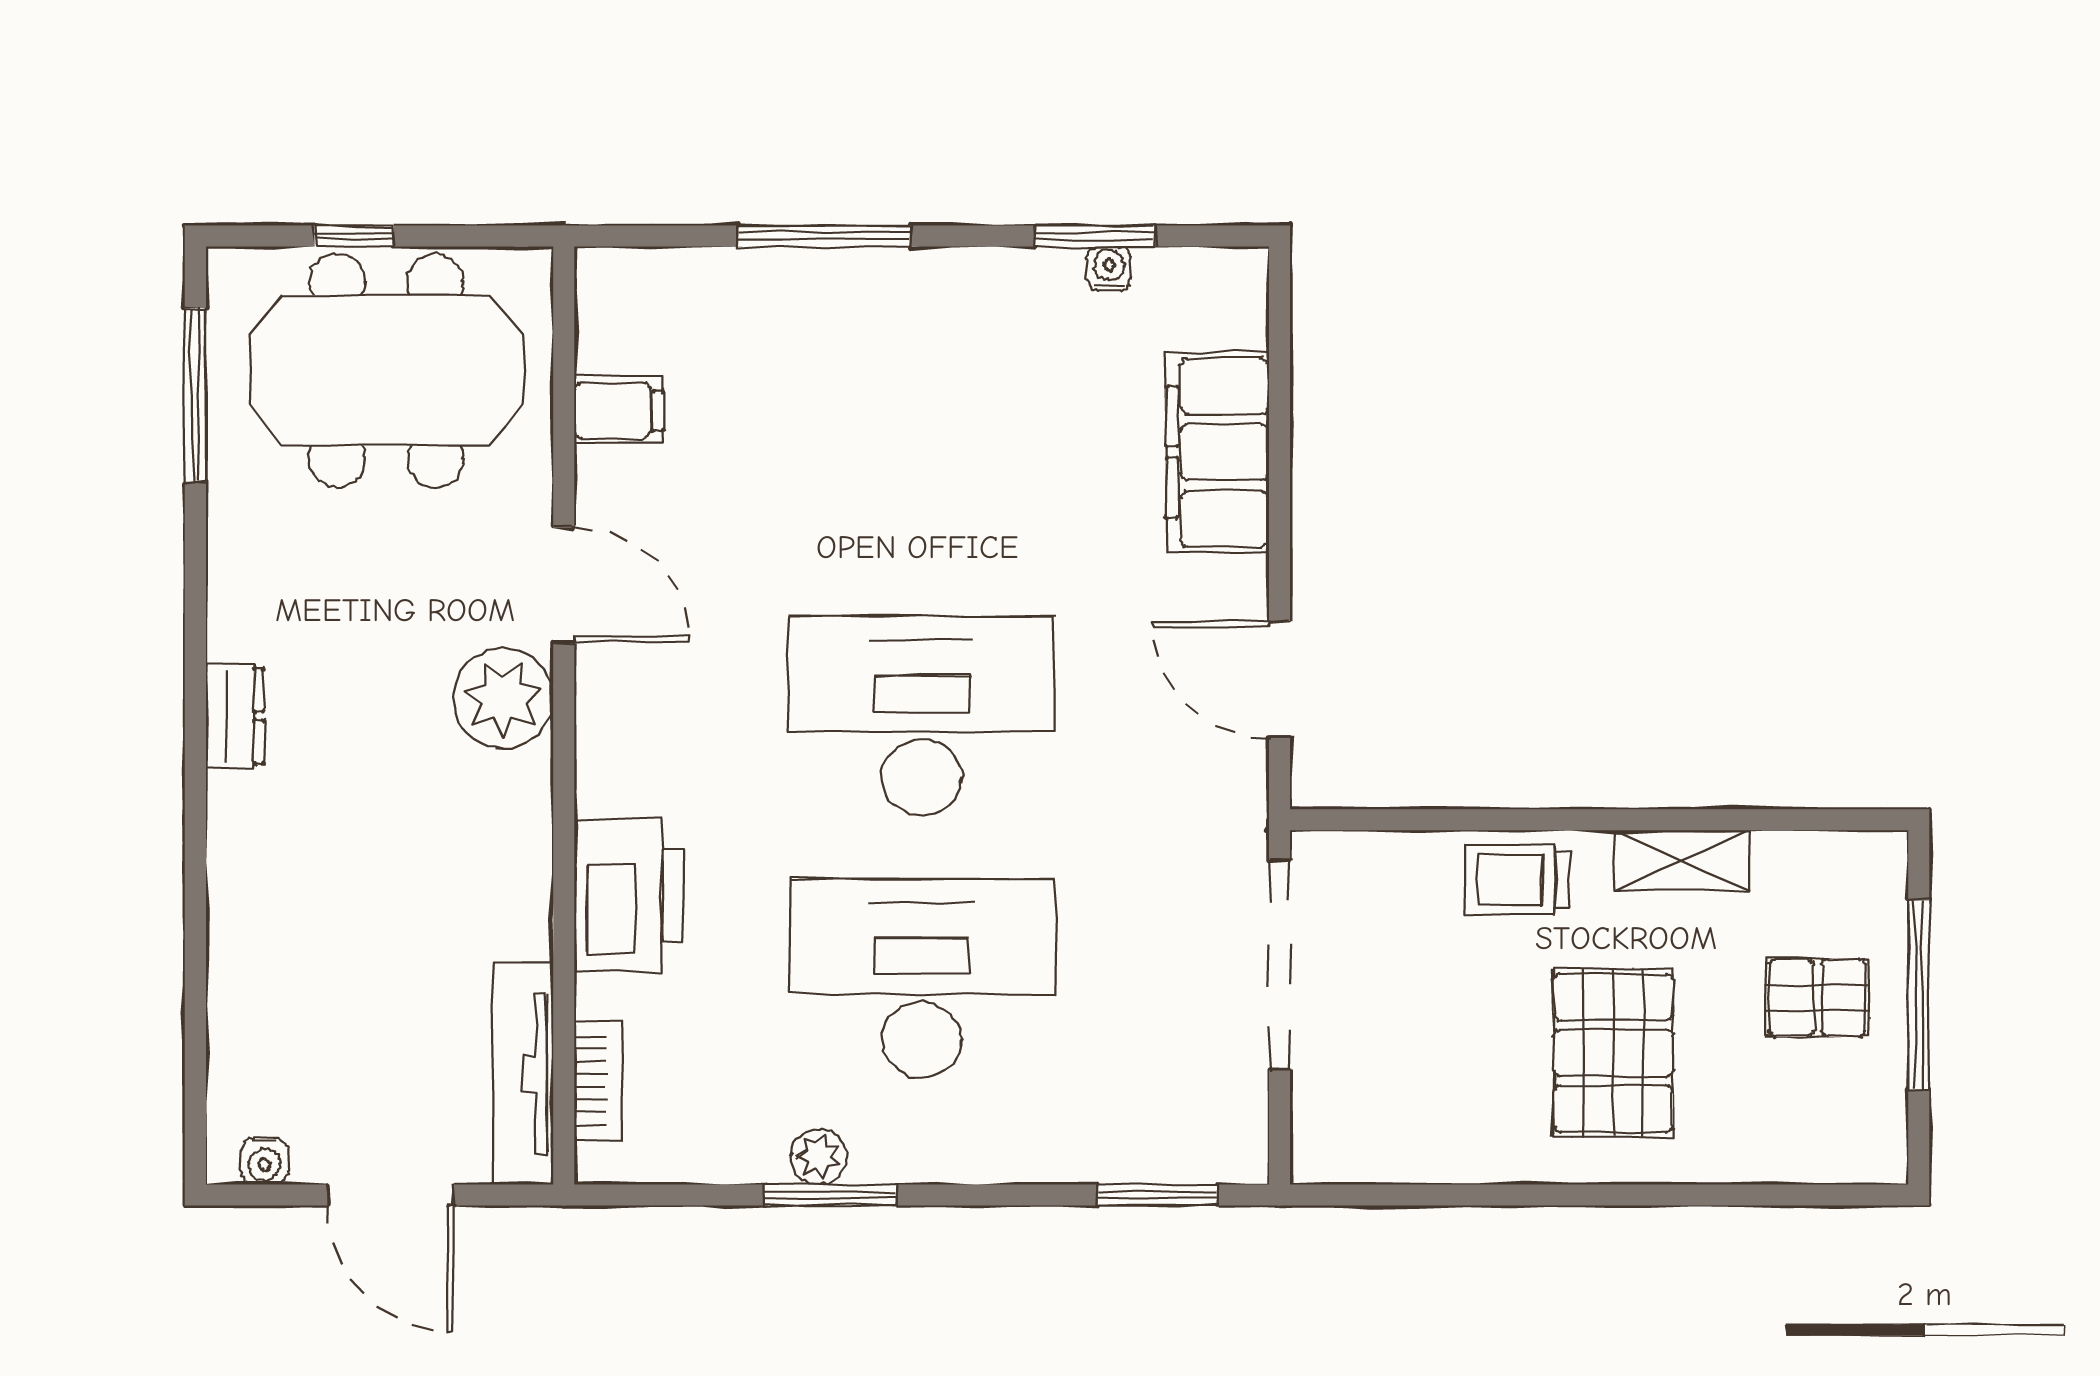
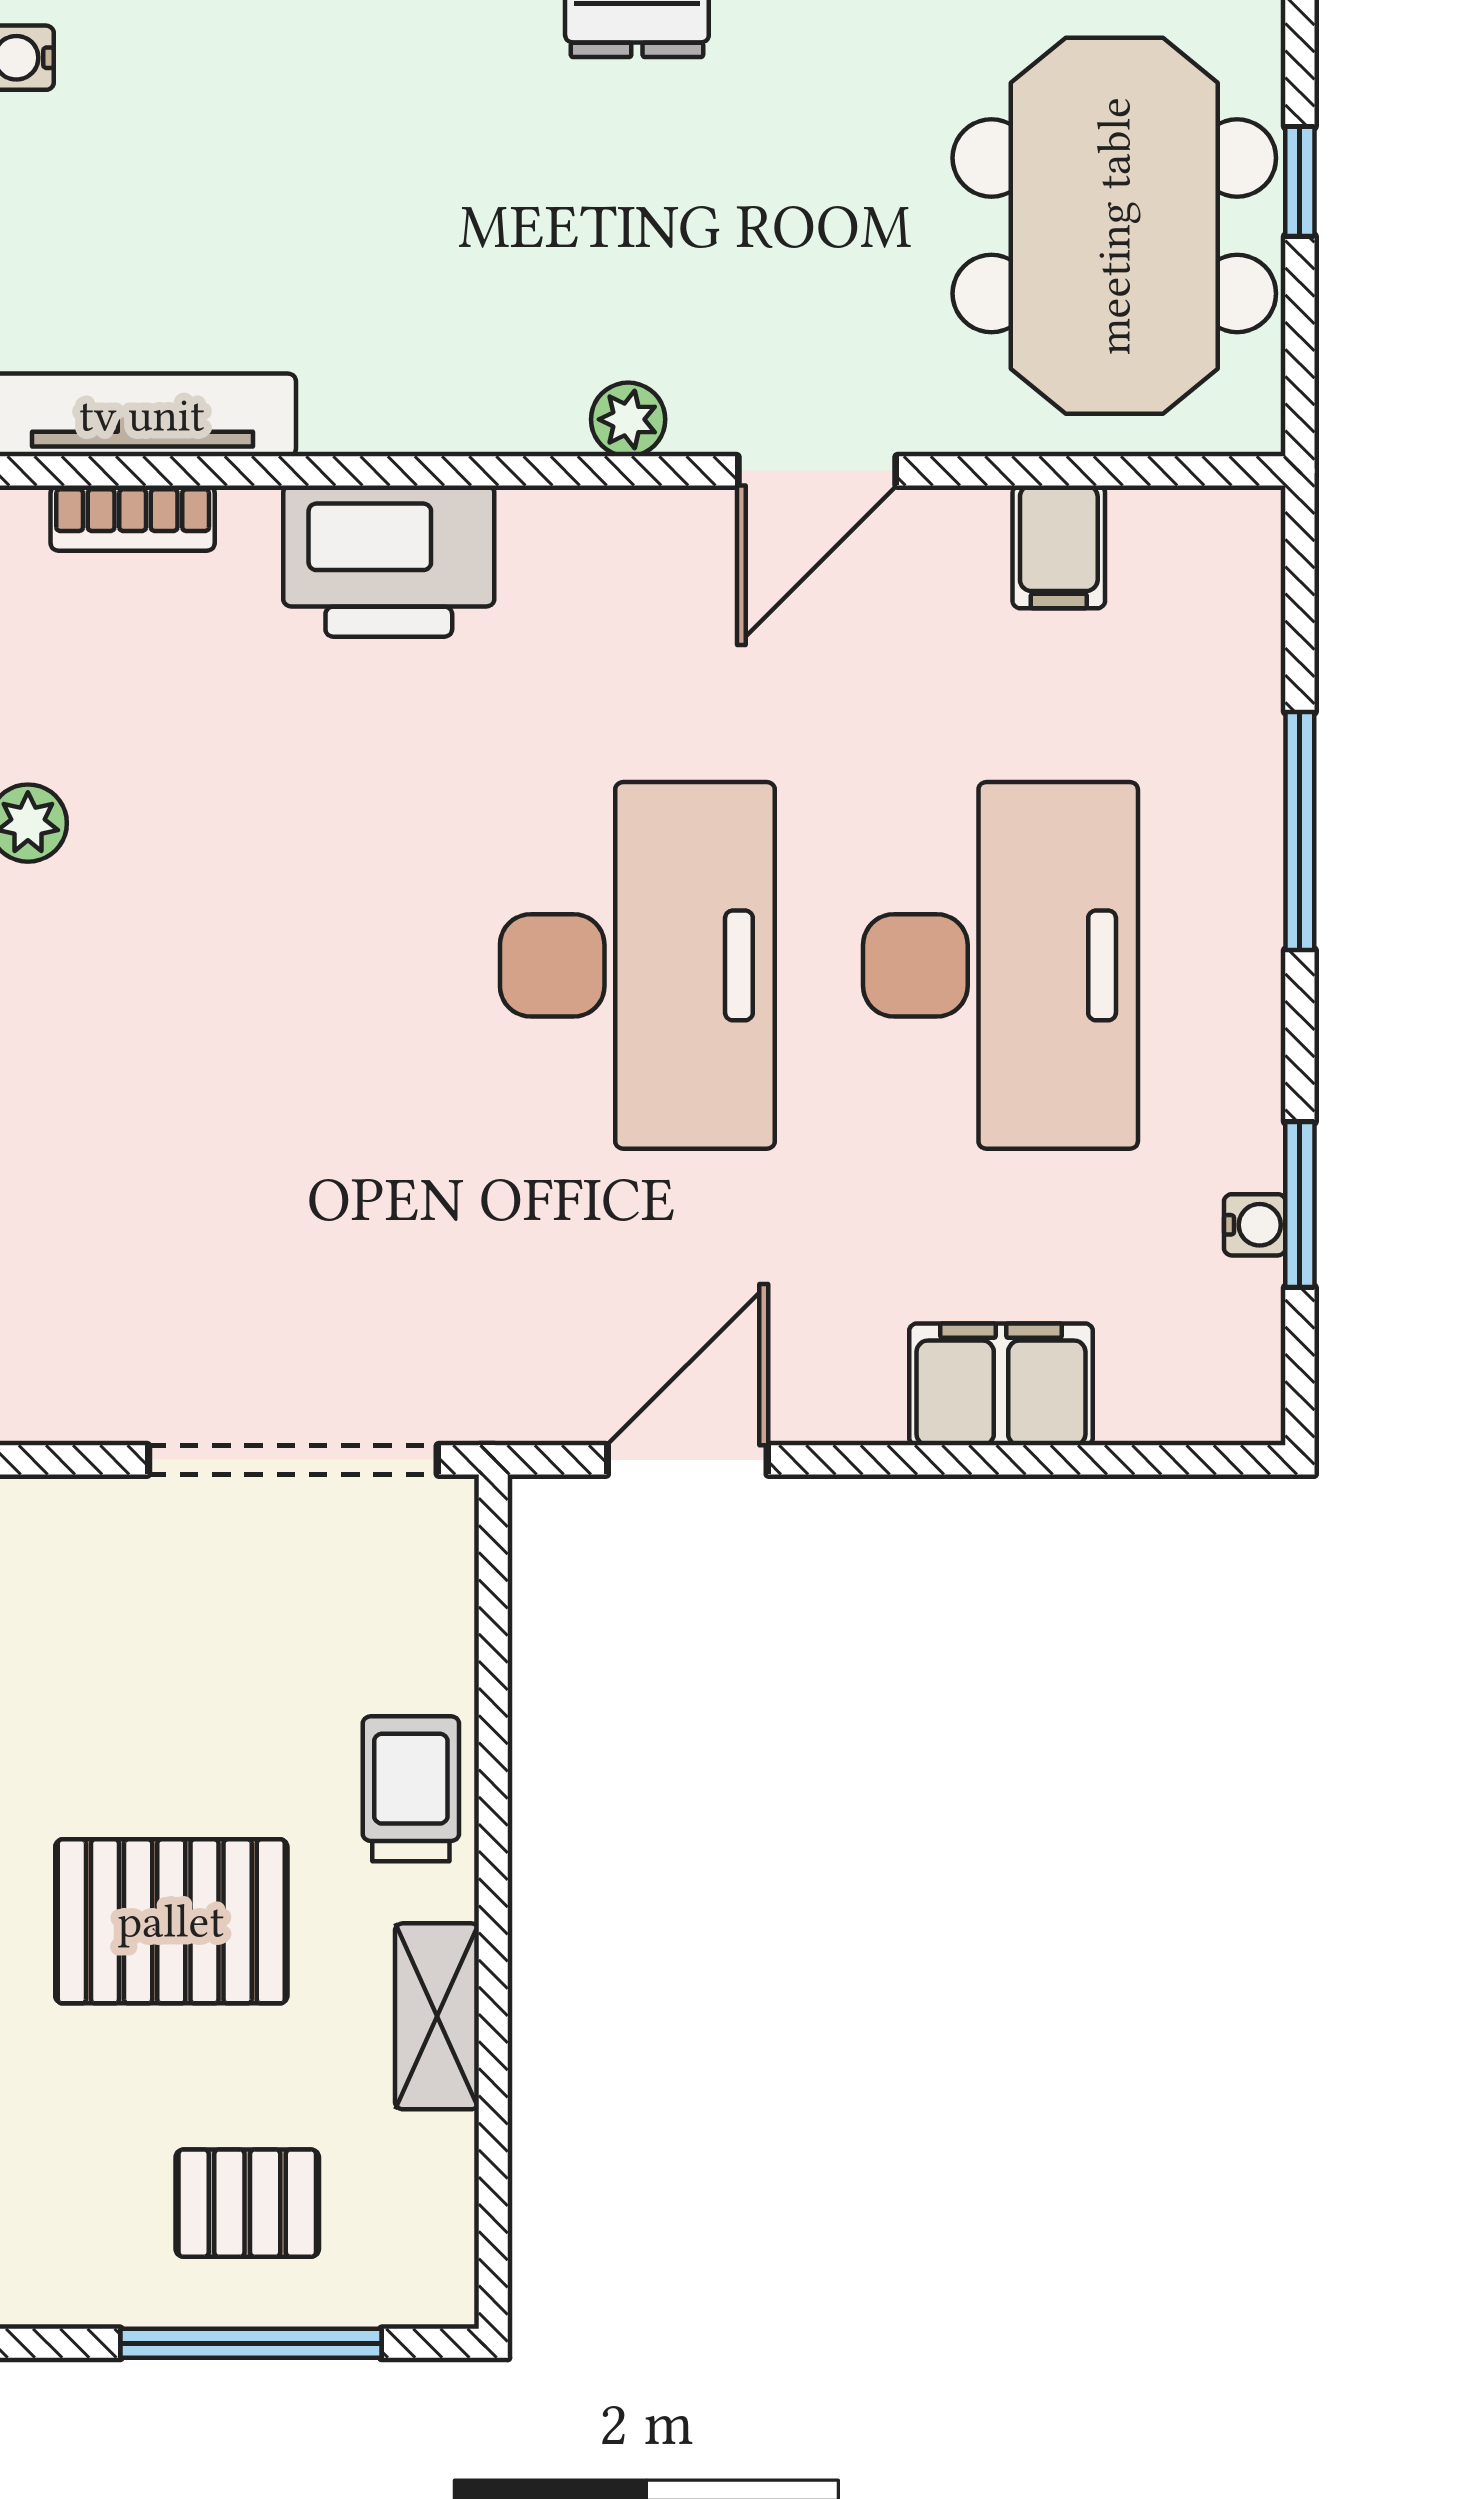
filing cabinet: (1217, 452) -> (1001, 1384), width x0.67, depth x0.86
plant: (503, 699) -> (628, 419), width x0.53, depth x0.53
desk: (922, 978) -> (1000, 965), moved
pallet: (1817, 998) -> (247, 2203), turned 90

